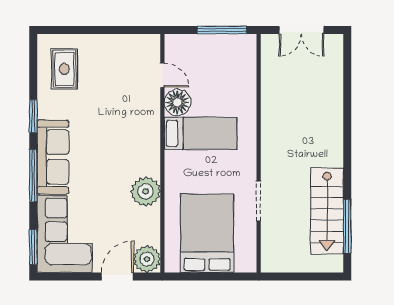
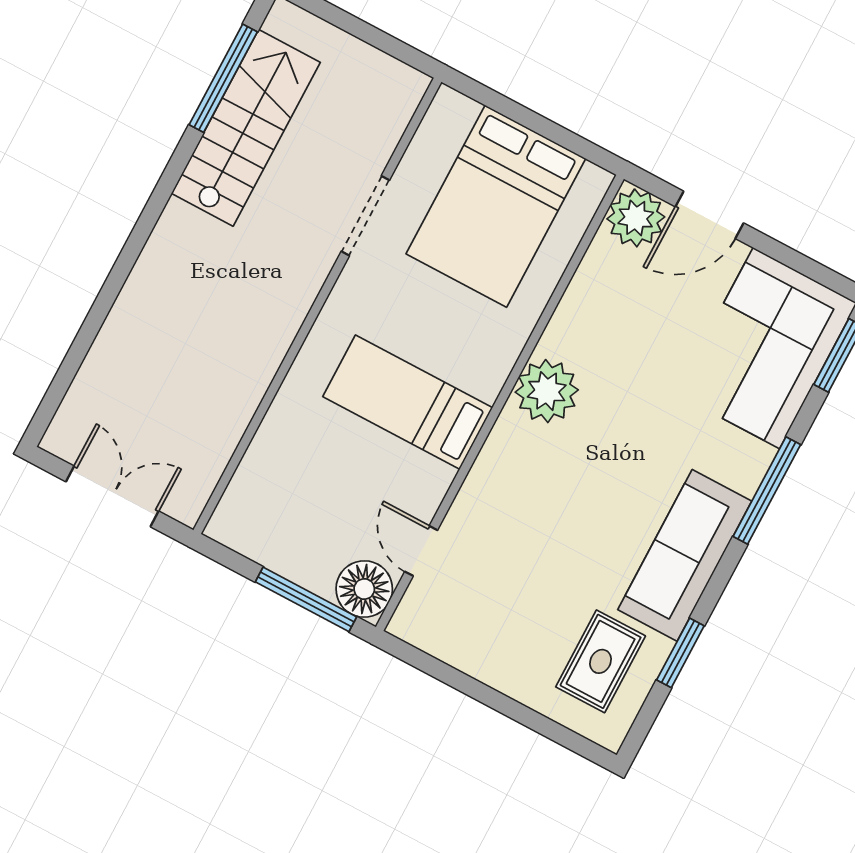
window: (222, 30) -> (306, 599), moved
floor lamp: (177, 102) -> (364, 589), moved
window: (33, 116) -> (680, 653), moved
sofa: (53, 157) -> (685, 555), moved
plant: (146, 191) -> (547, 391), moved

